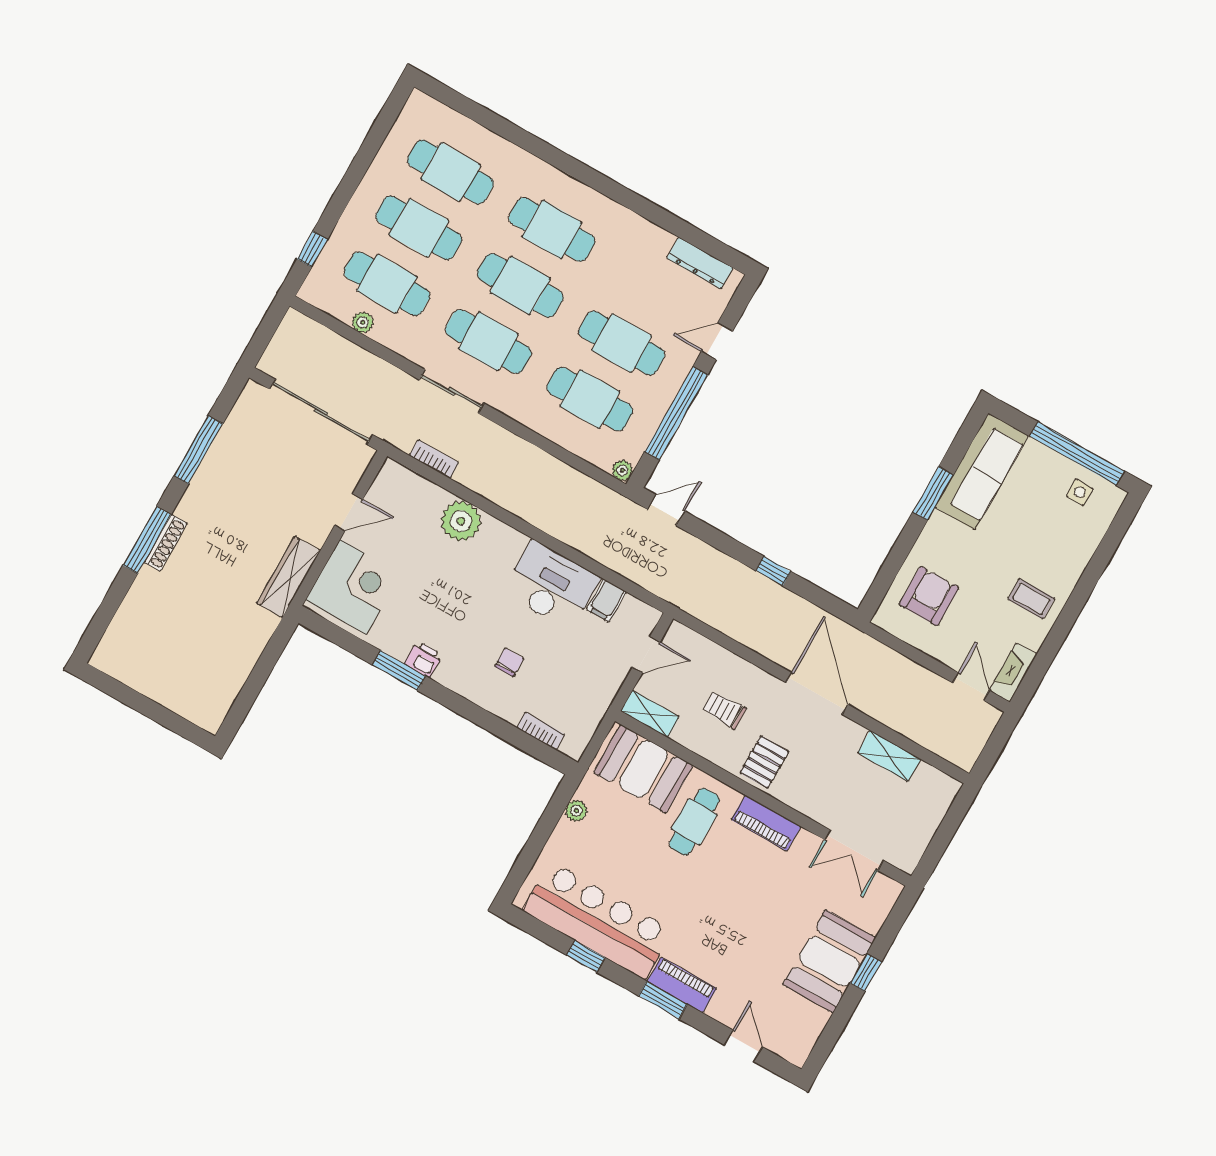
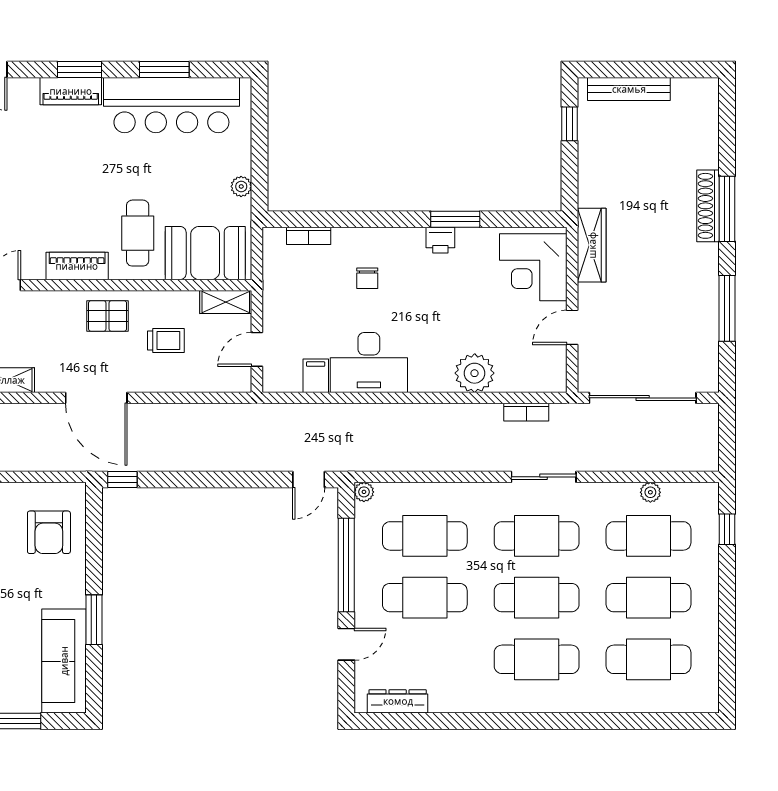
shoe rack: (166, 543) -> (708, 206), width x1.36, depth x1.24
window: (773, 571) -> (122, 479), moved
window: (246, 698) -> (569, 124), added
bench: (174, 699) -> (629, 89), added
pallet: (764, 762) -> (108, 316), turned 90
window: (586, 956) -> (164, 70), width x1.50

